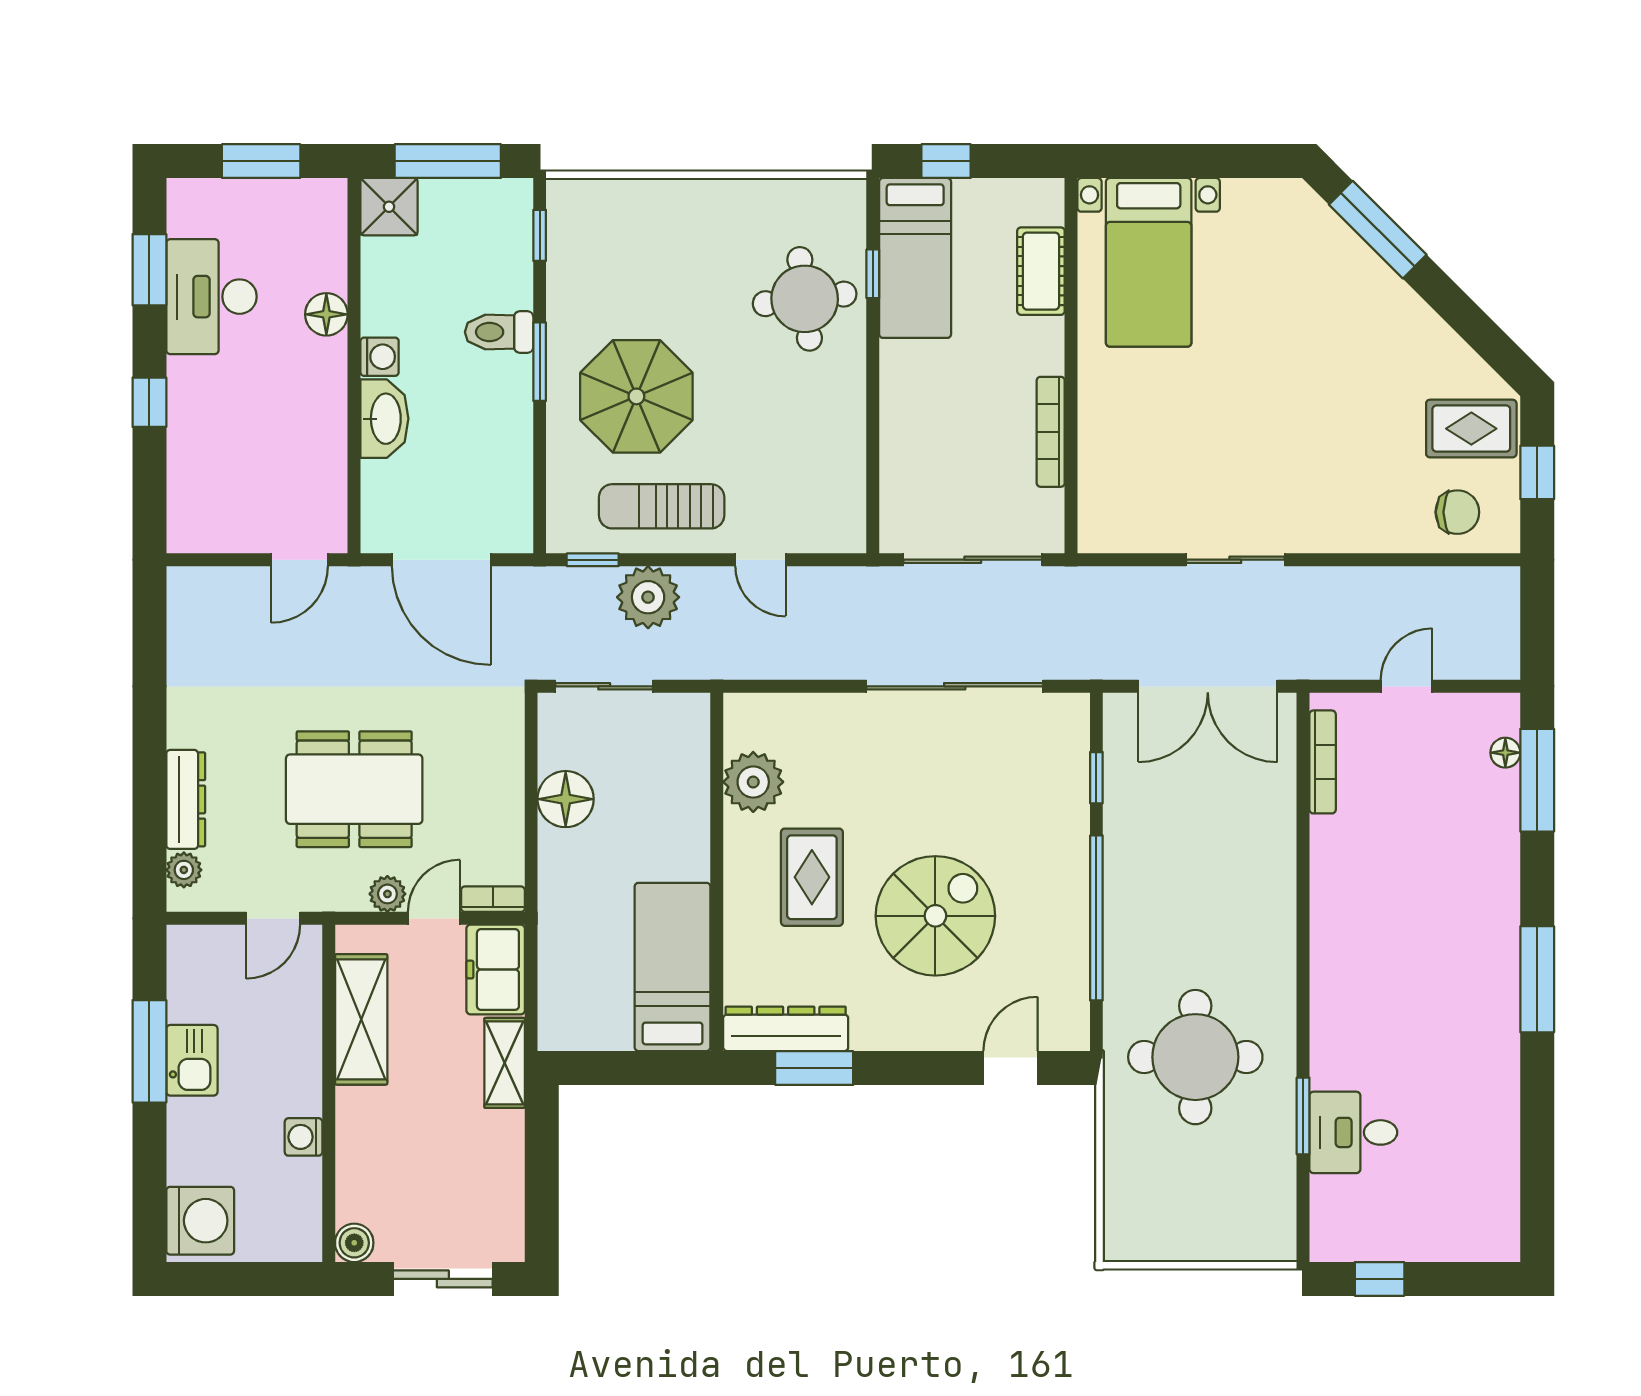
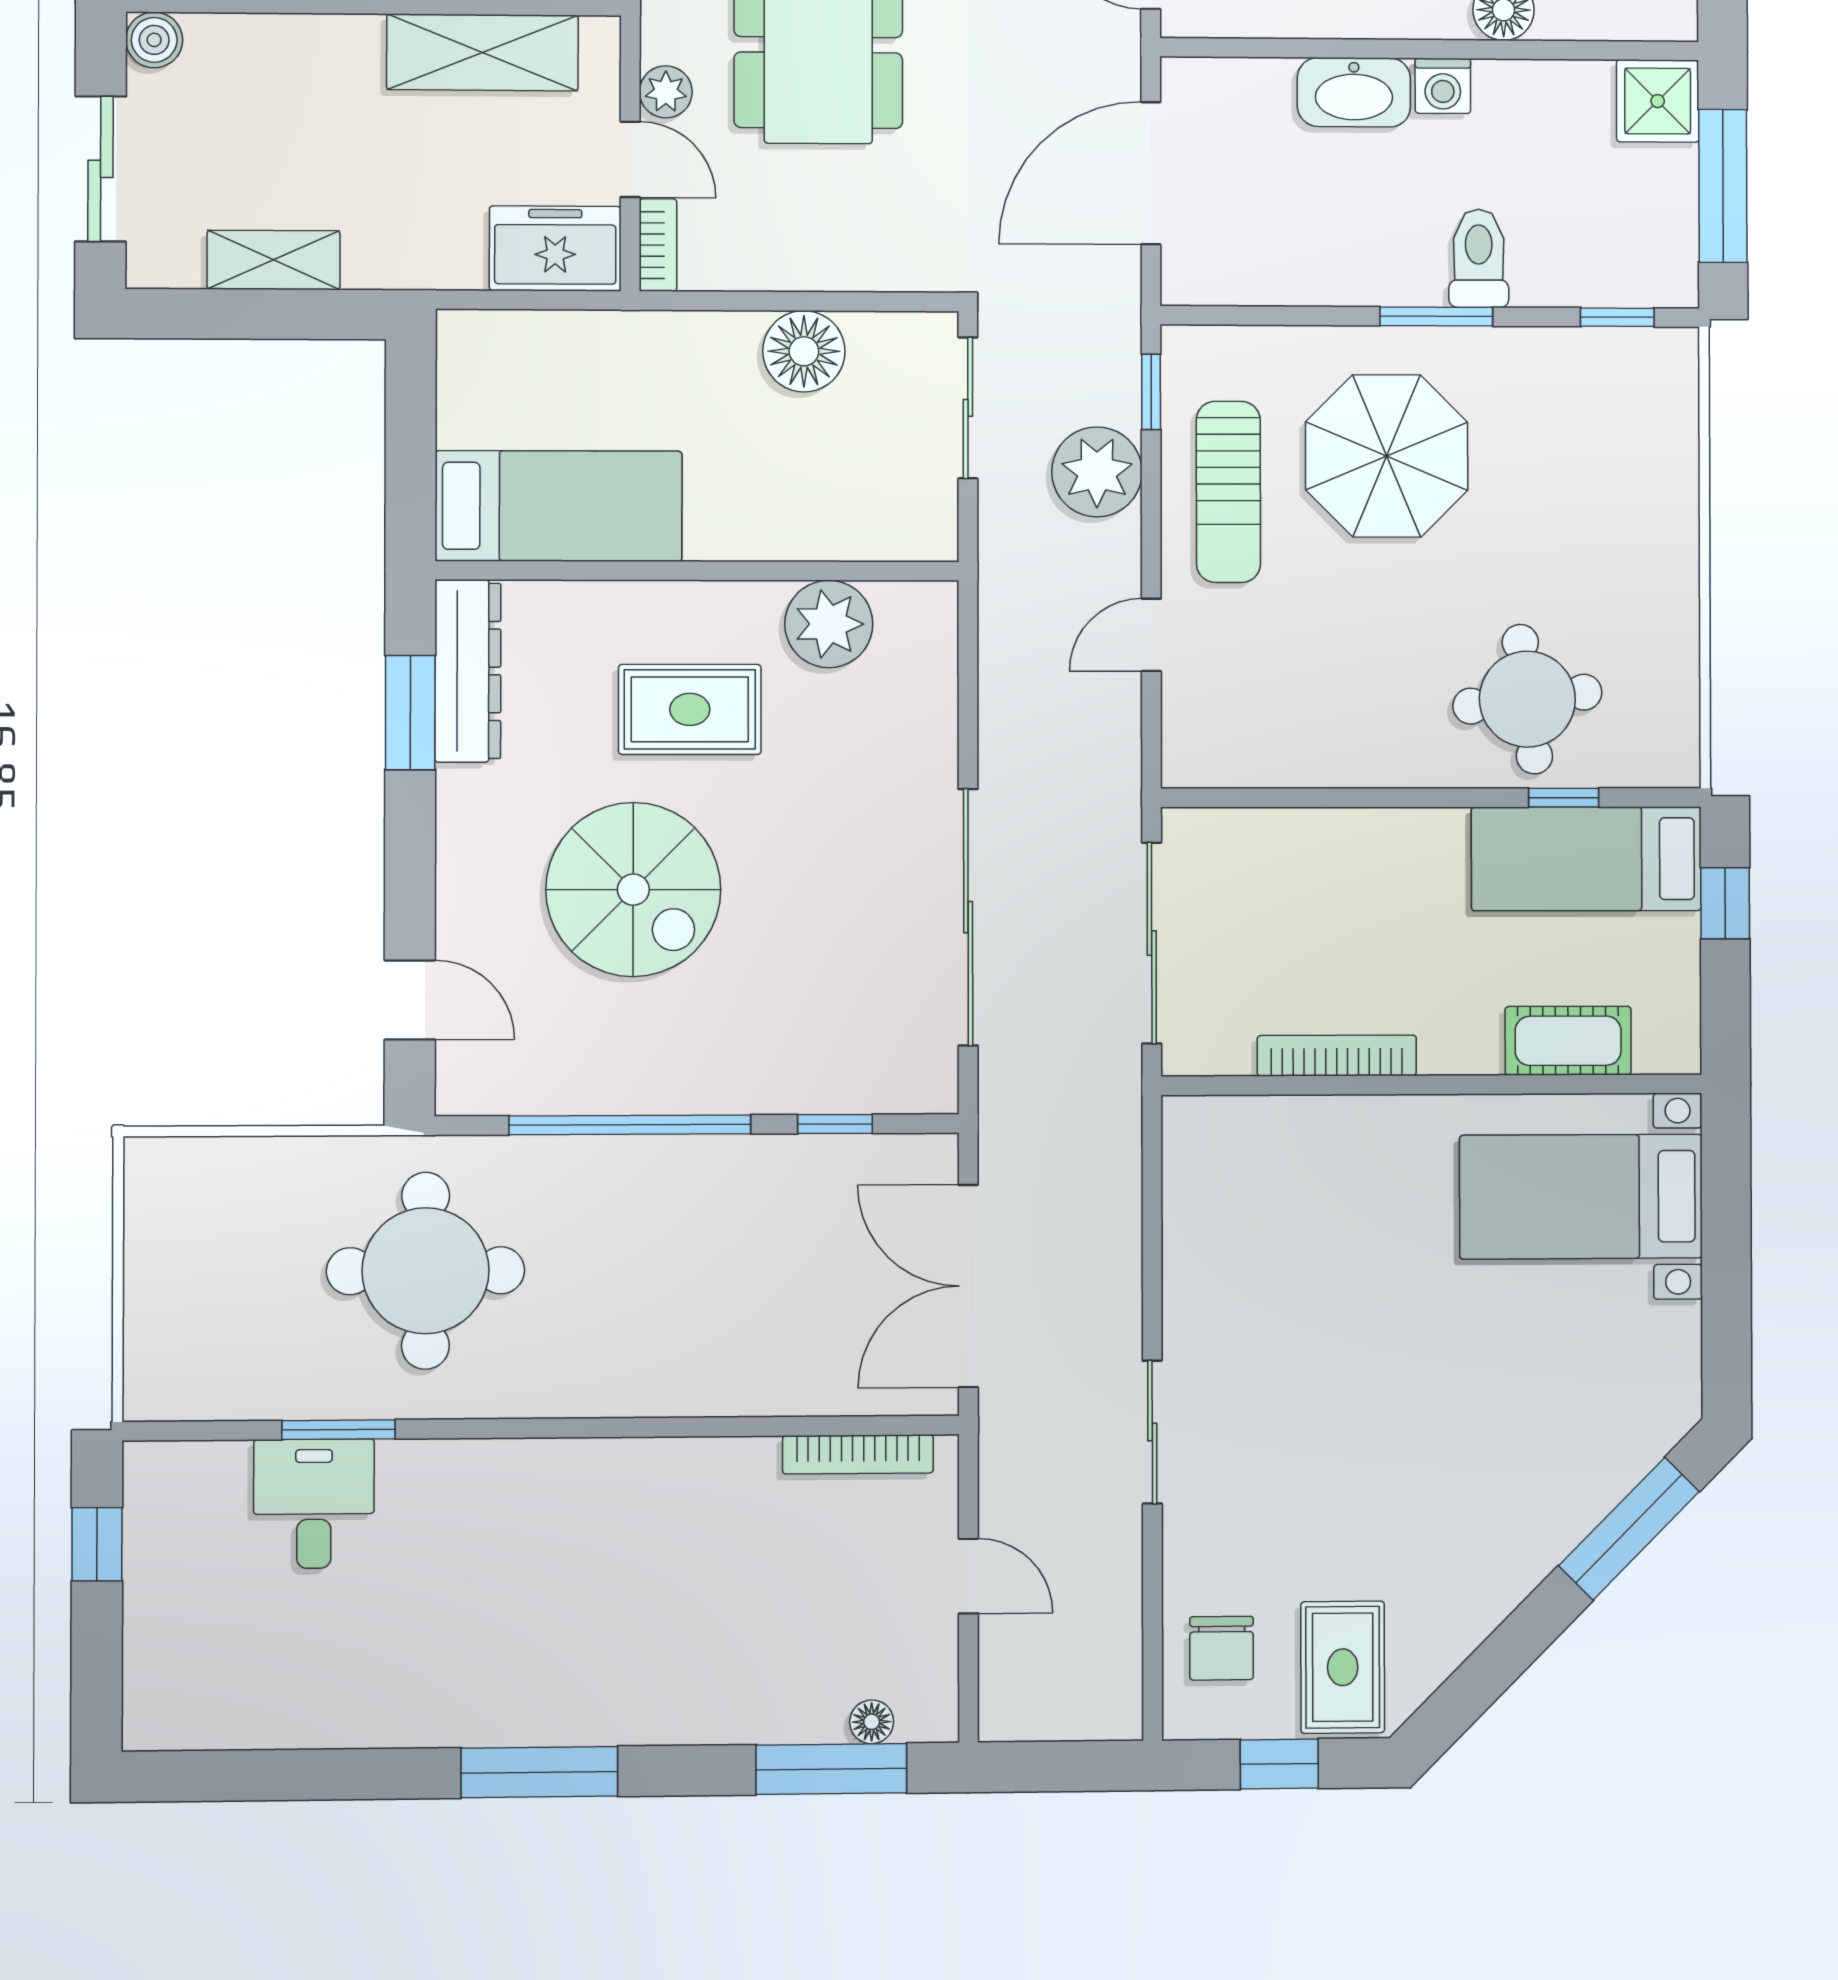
sun lounger: (662, 506) -> (1228, 492), turned 180
sliding door: (1235, 560) -> (1152, 1432), moved
shelving: (505, 1063) -> (274, 260), moved

